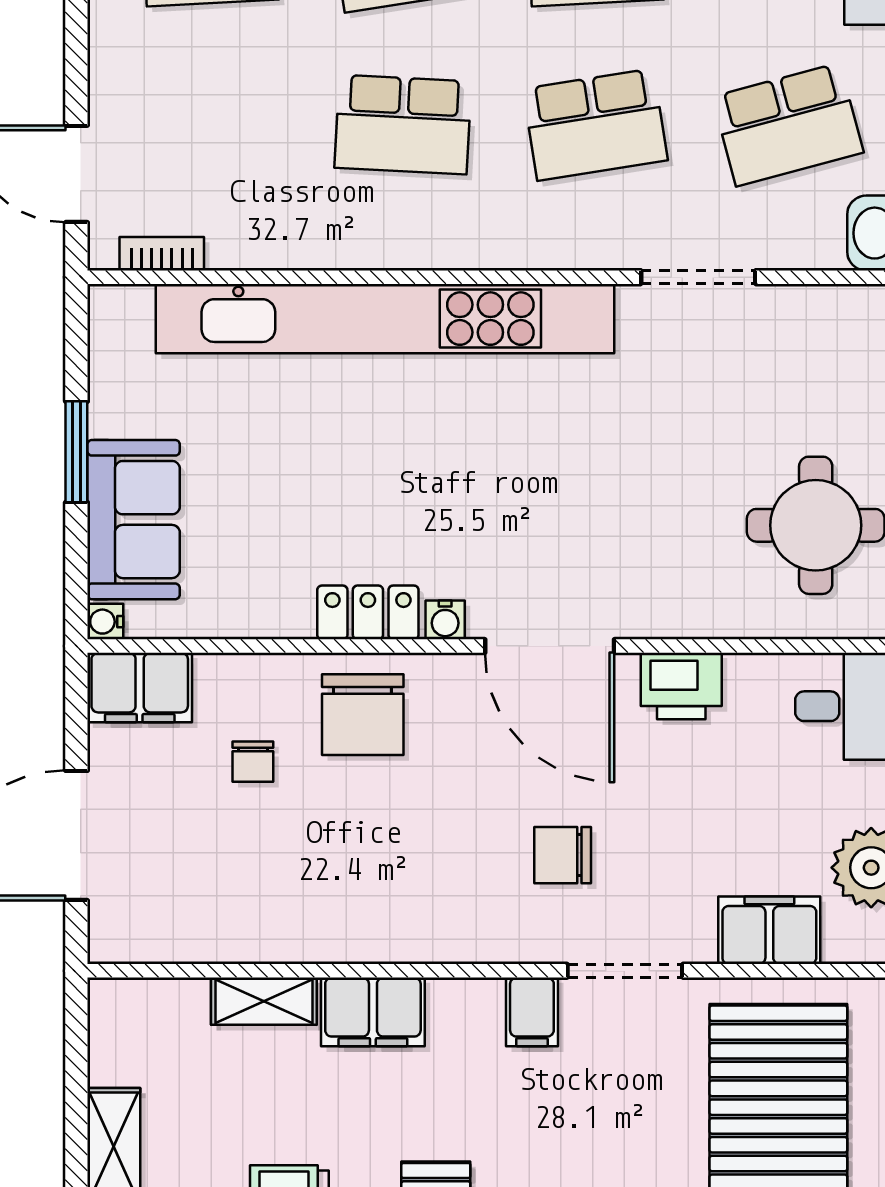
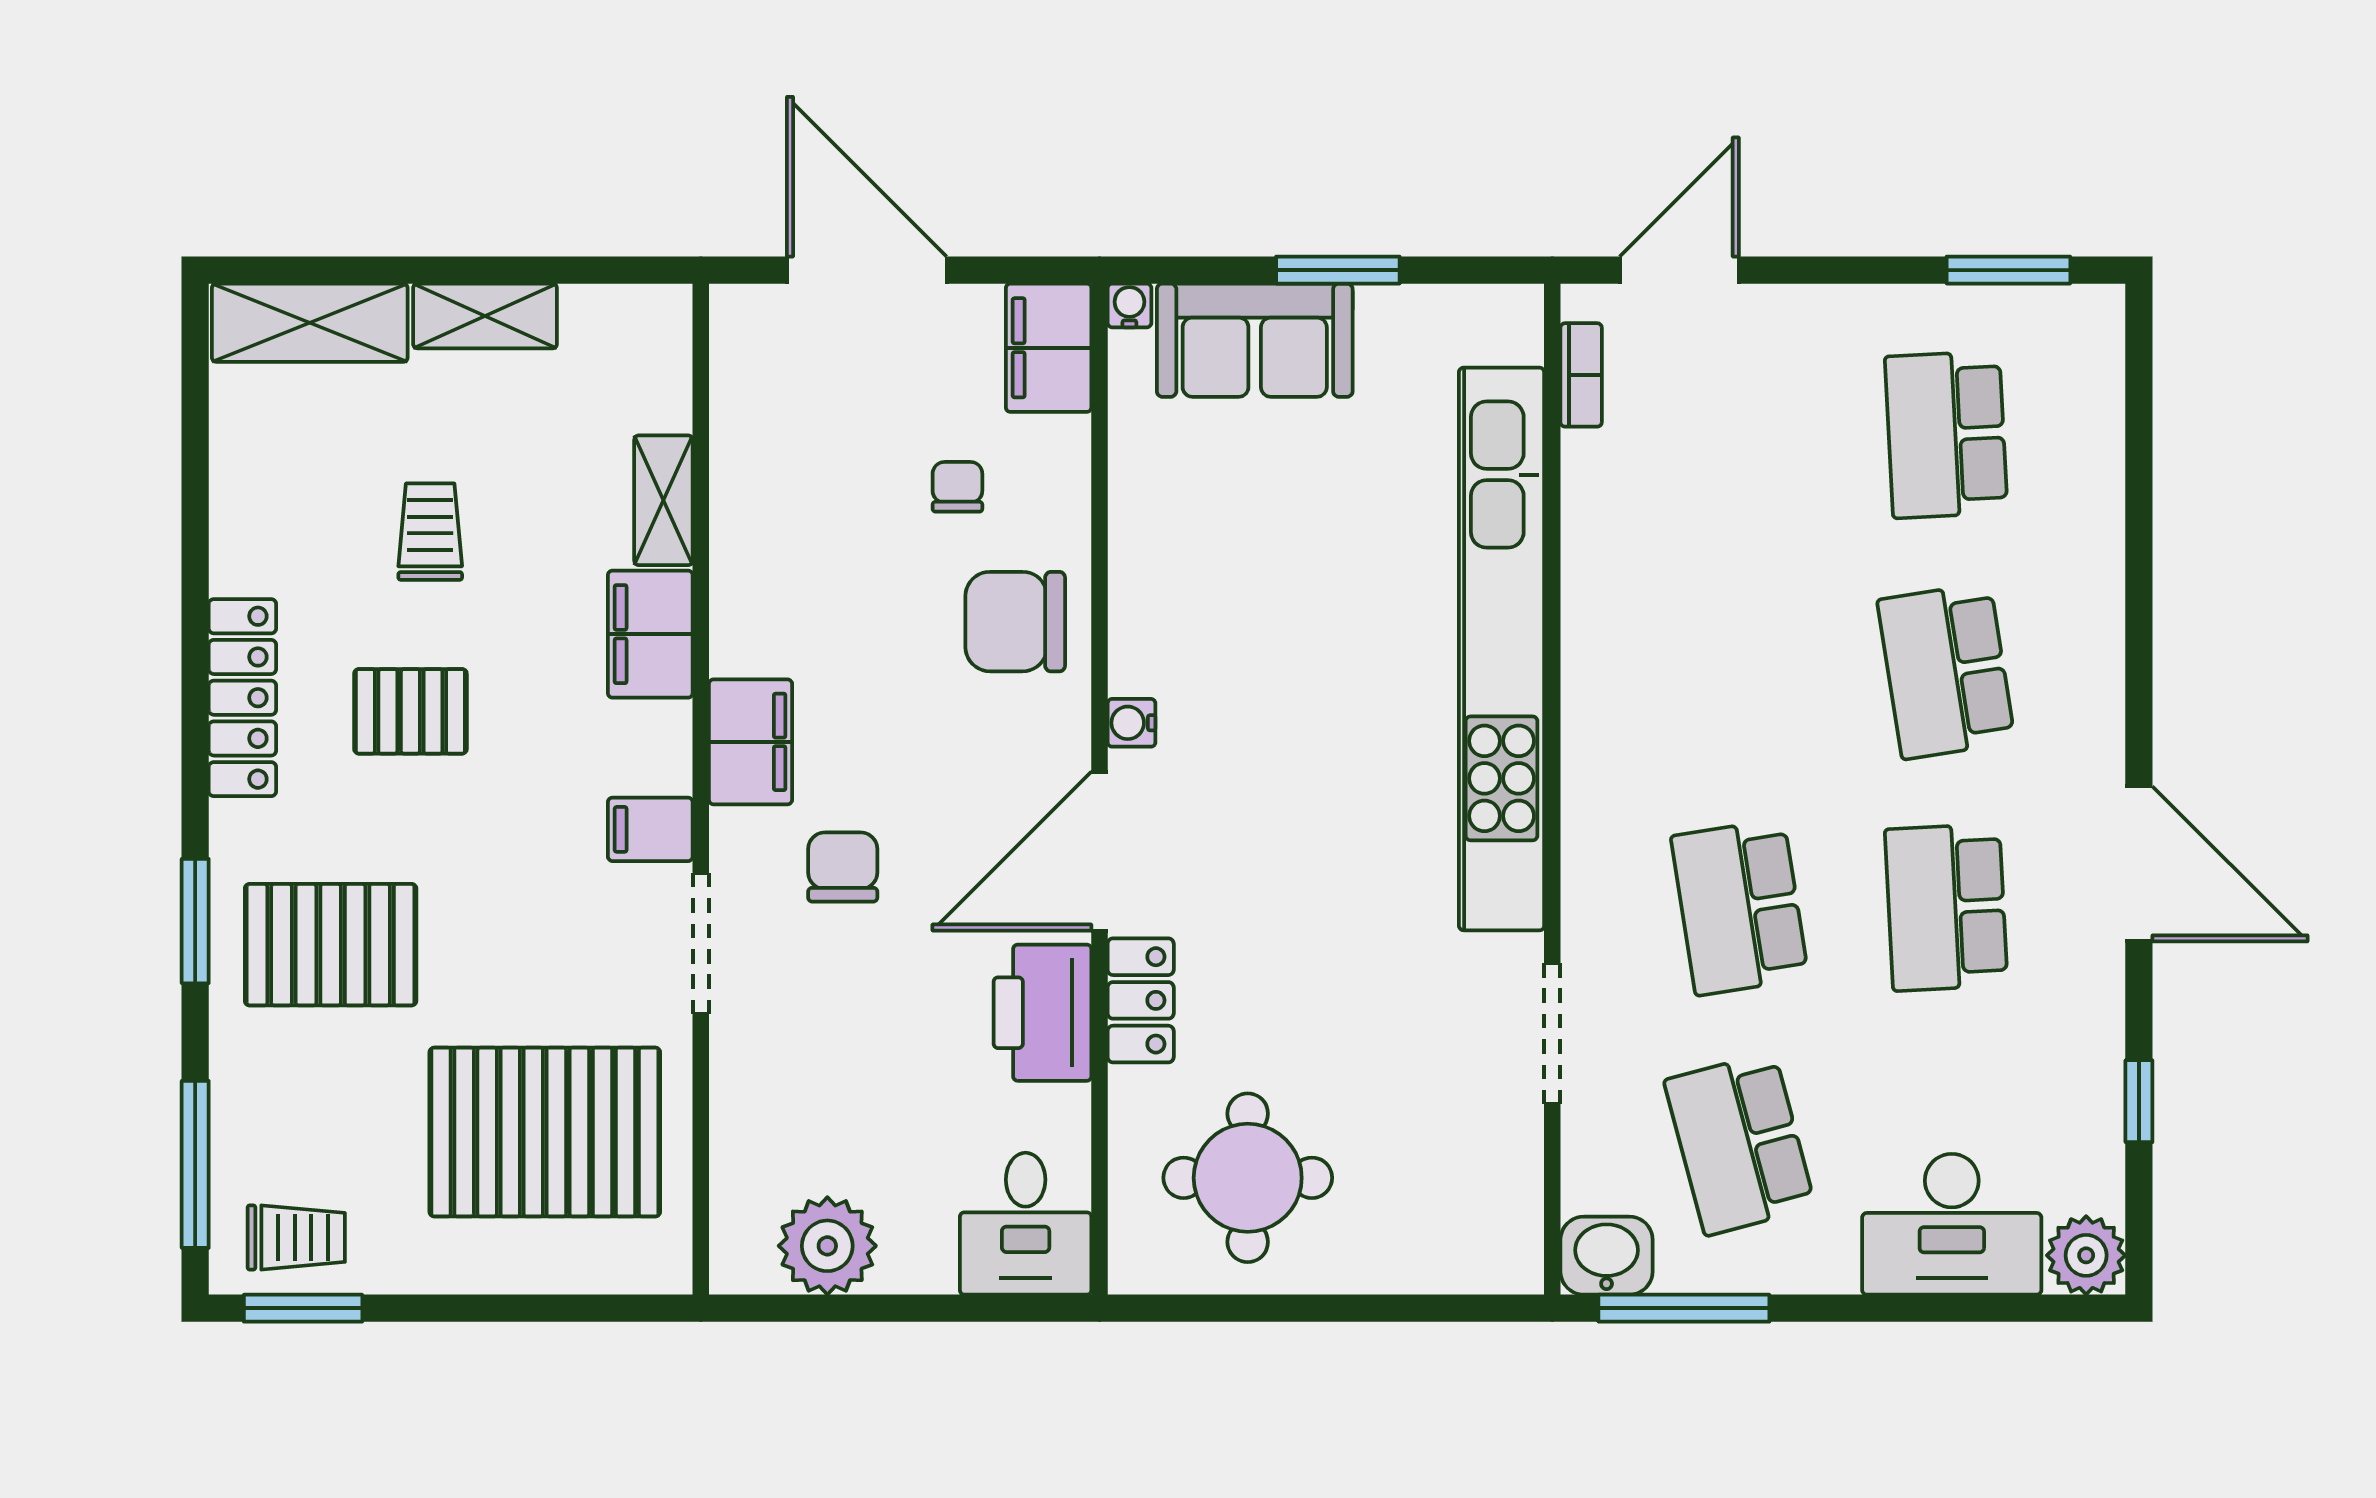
school desk: (403, 125) -> (1740, 671), removed
locker: (368, 612) -> (1141, 1000), moved
printer: (681, 686) -> (1042, 1013), width x1.37, depth x1.19
chair: (253, 762) -> (957, 487), turned 90
filing cabinet: (769, 930) -> (750, 742), moved

